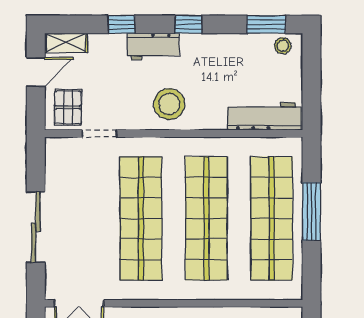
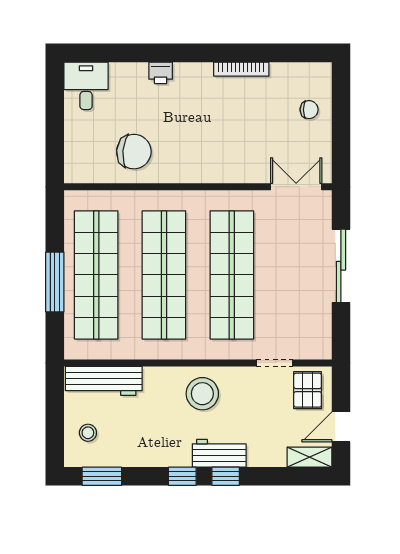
window: (121, 24) -> (226, 476), moved
stool: (283, 46) -> (88, 433), moved

